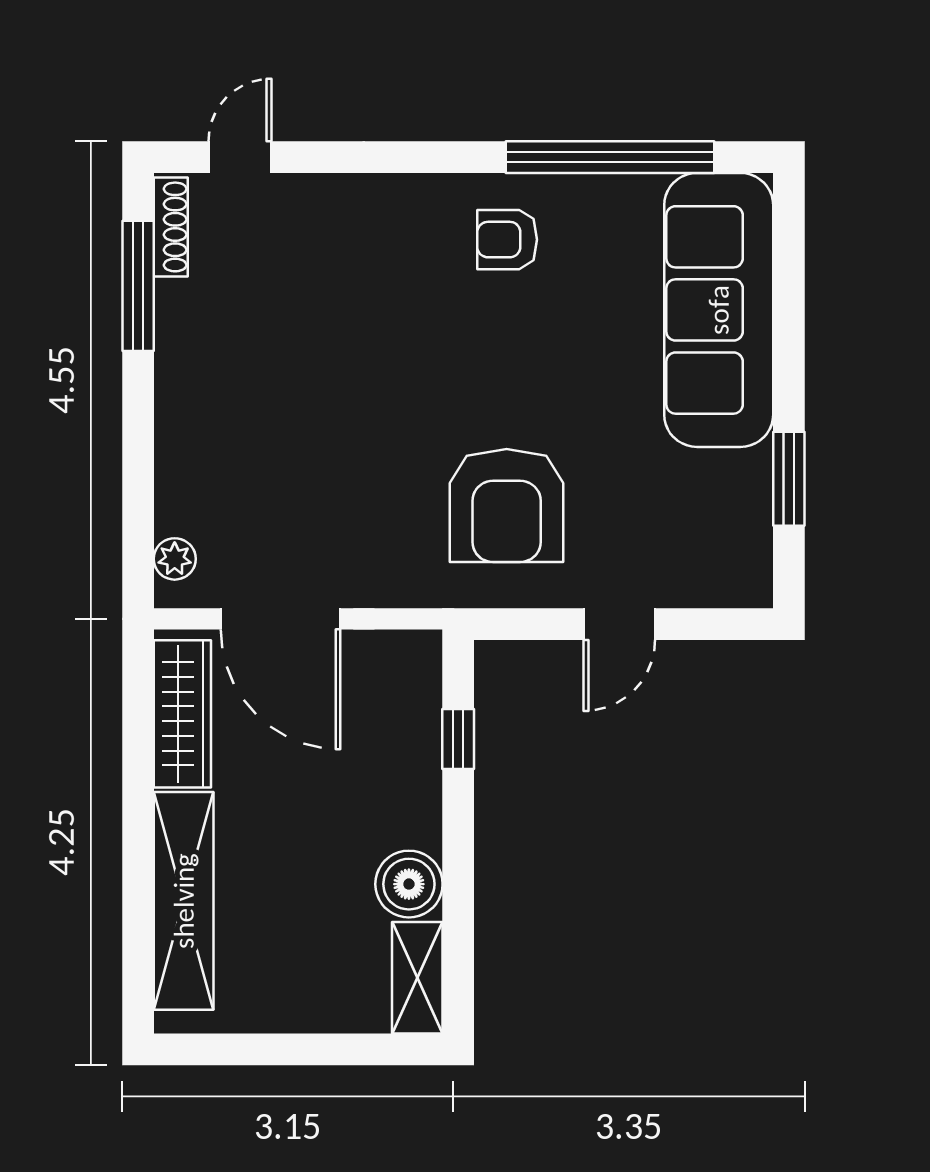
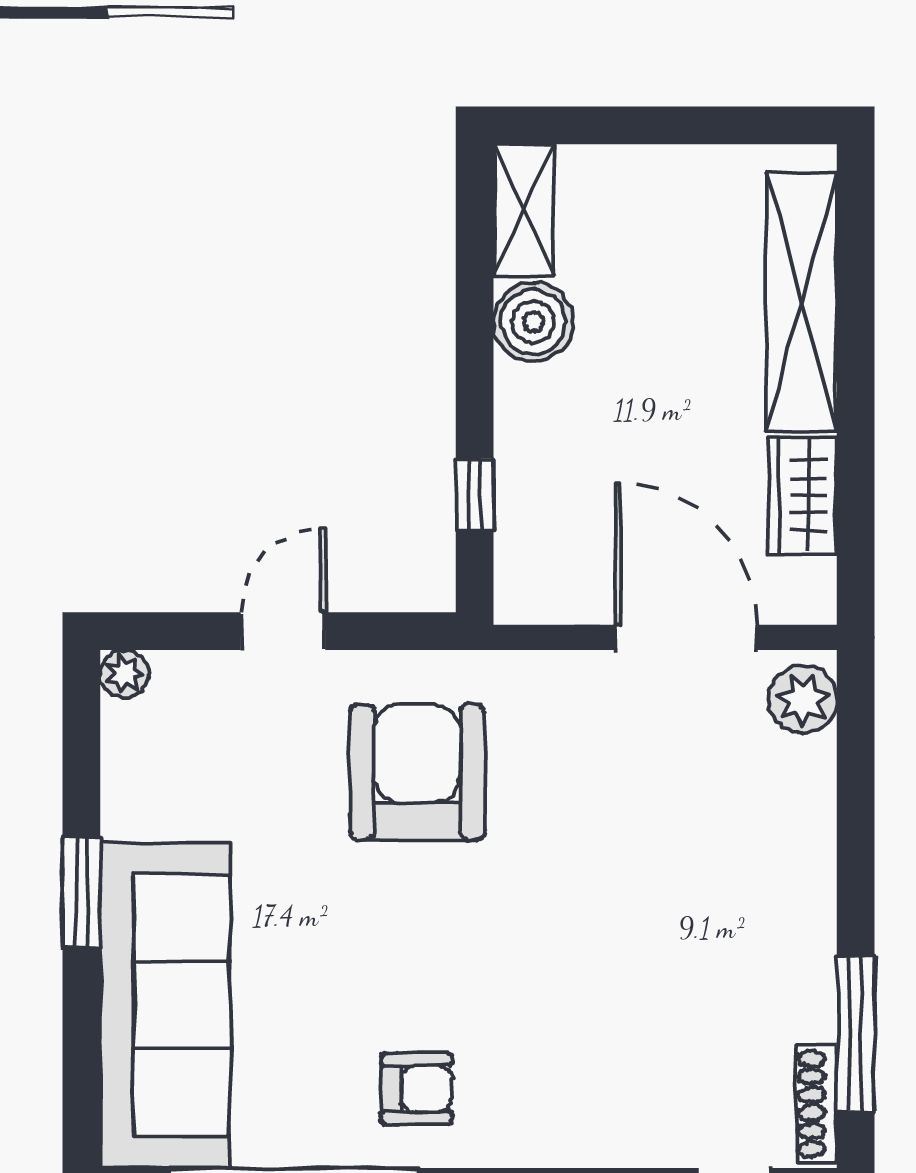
window: (789, 479) -> (81, 892), moved
plant: (175, 559) -> (803, 699), width x1.38, depth x1.38
plant: (753, 588) -> (124, 674), added
wardrobe: (182, 714) -> (803, 495), width x0.67

